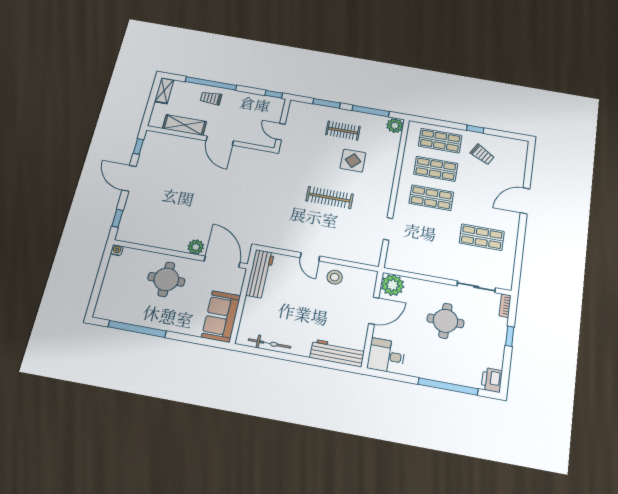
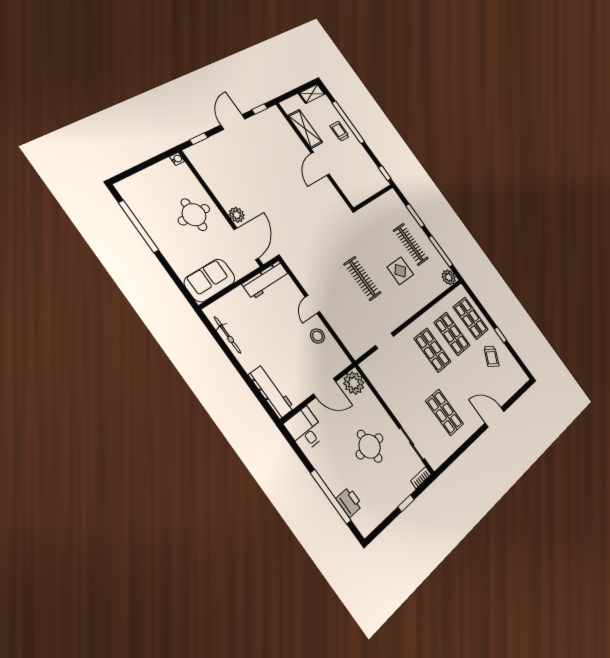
clothes rail: (343, 131) -> (411, 244), width x1.36
door: (281, 132) -> (367, 201), removed
printer: (492, 380) -> (349, 502), moved, turned 90

